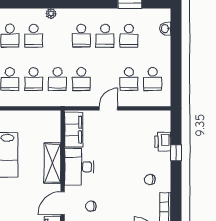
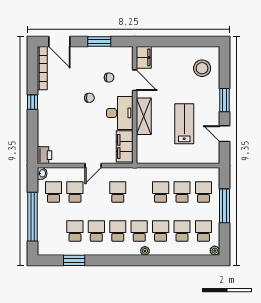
washbasin: (165, 29) -> (42, 173), moved
window: (176, 52) -> (32, 217), added
school desk: (57, 79) -> (139, 231), moved
printer: (163, 142) -> (44, 155), moved
window: (176, 153) -> (32, 102), moved
chair: (150, 180) -> (89, 98), moved
door: (63, 203) -> (135, 80), hinge flipped

